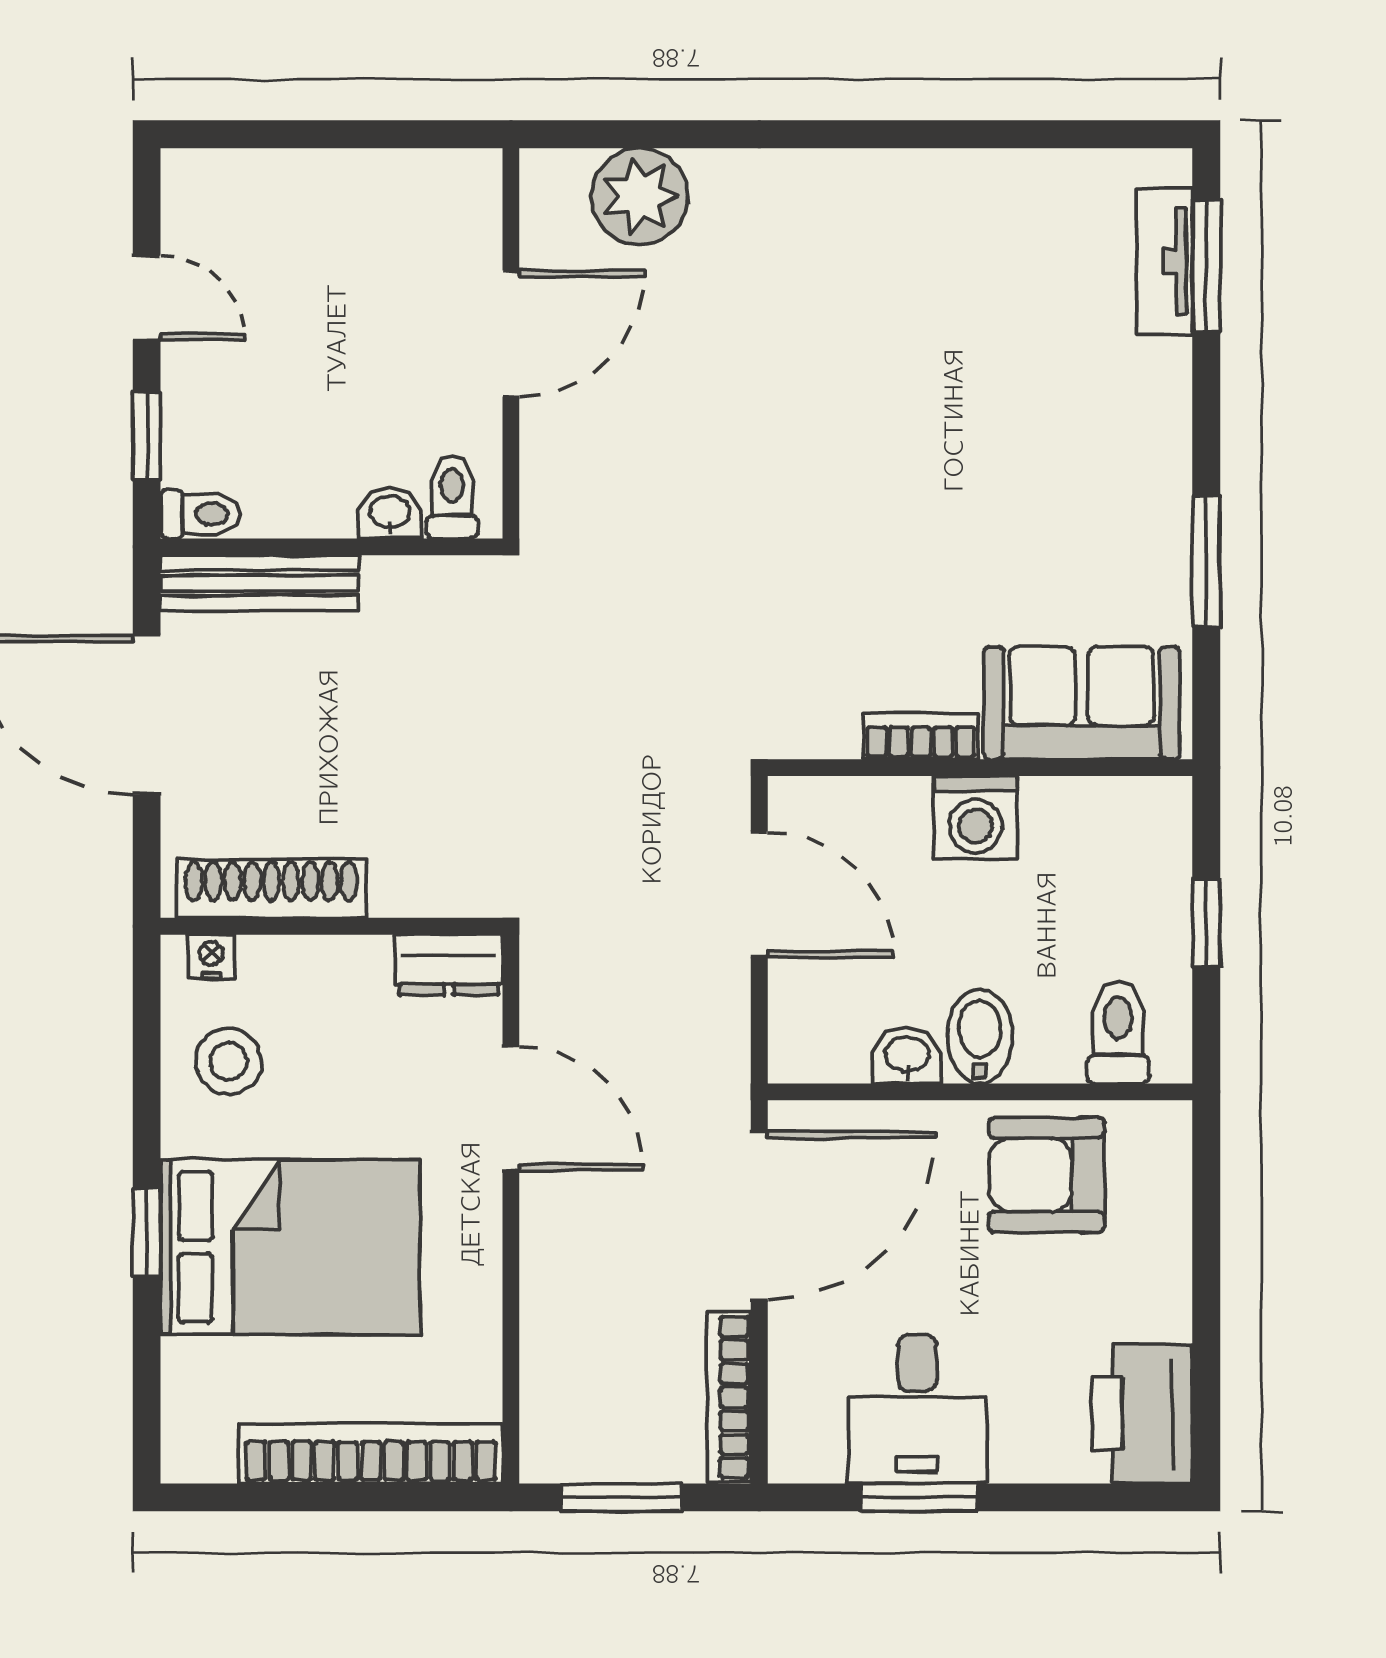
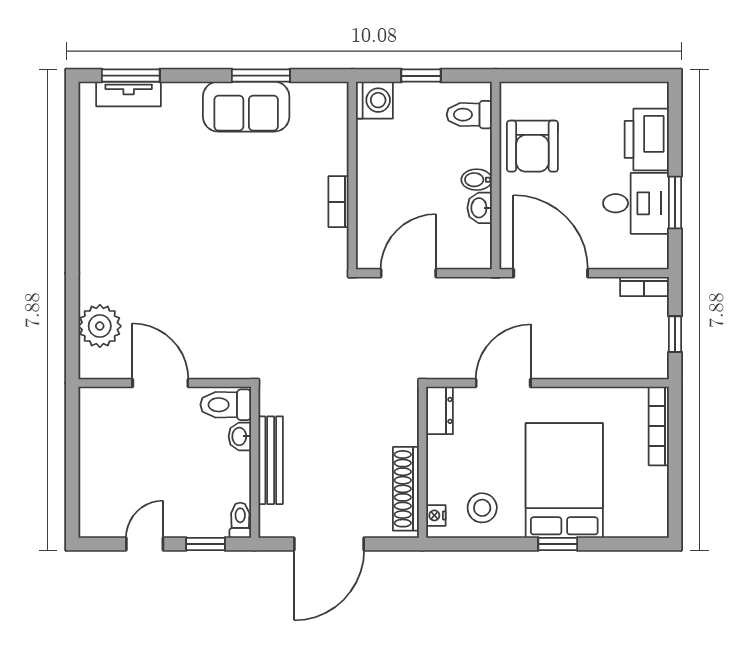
toilet: (452, 497) -> (226, 405), width x1.37, depth x1.39
bench: (260, 583) -> (271, 460), moved
sofa: (1082, 703) -> (246, 107), moved, turned -90
washing machine: (976, 818) -> (374, 100), moved
bidet: (980, 1036) -> (477, 180), width x0.72, depth x0.74
bookcase: (729, 1397) -> (644, 287), width x0.64
printer: (1142, 1414) -> (647, 139), moved, turned 90
bookcase: (371, 1454) -> (659, 426), width x0.68, depth x0.76
window: (621, 1497) -> (675, 334), width x0.67

